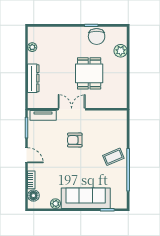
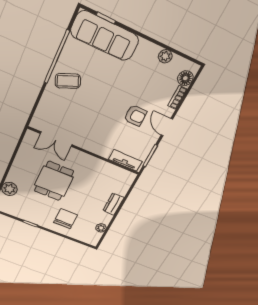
chair: (97, 36) -> (66, 219), moved
dresser: (33, 78) -> (113, 204), width x0.70
double door: (72, 109) -> (56, 139), moved
armchair: (75, 140) -> (135, 115), moved
sofa: (86, 198) -> (105, 36), moved

